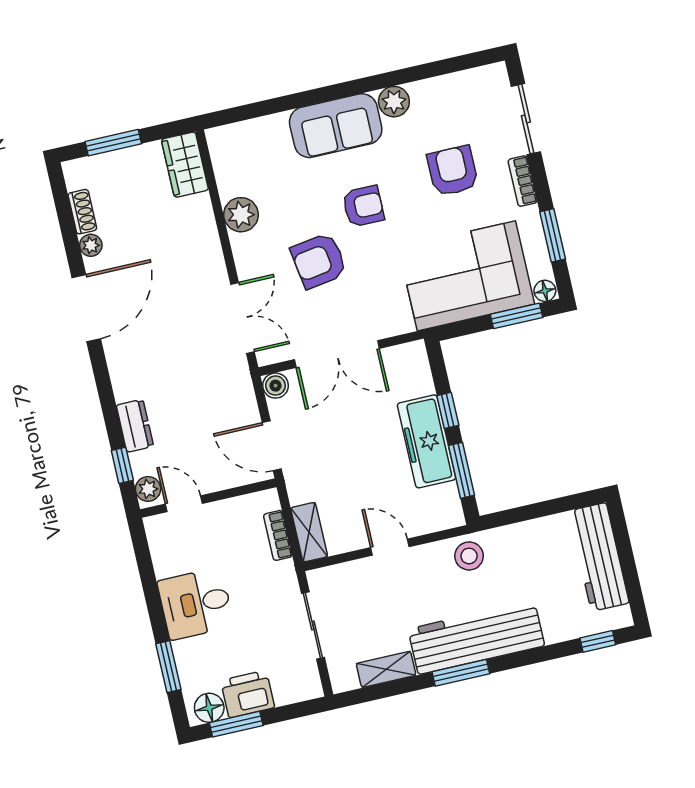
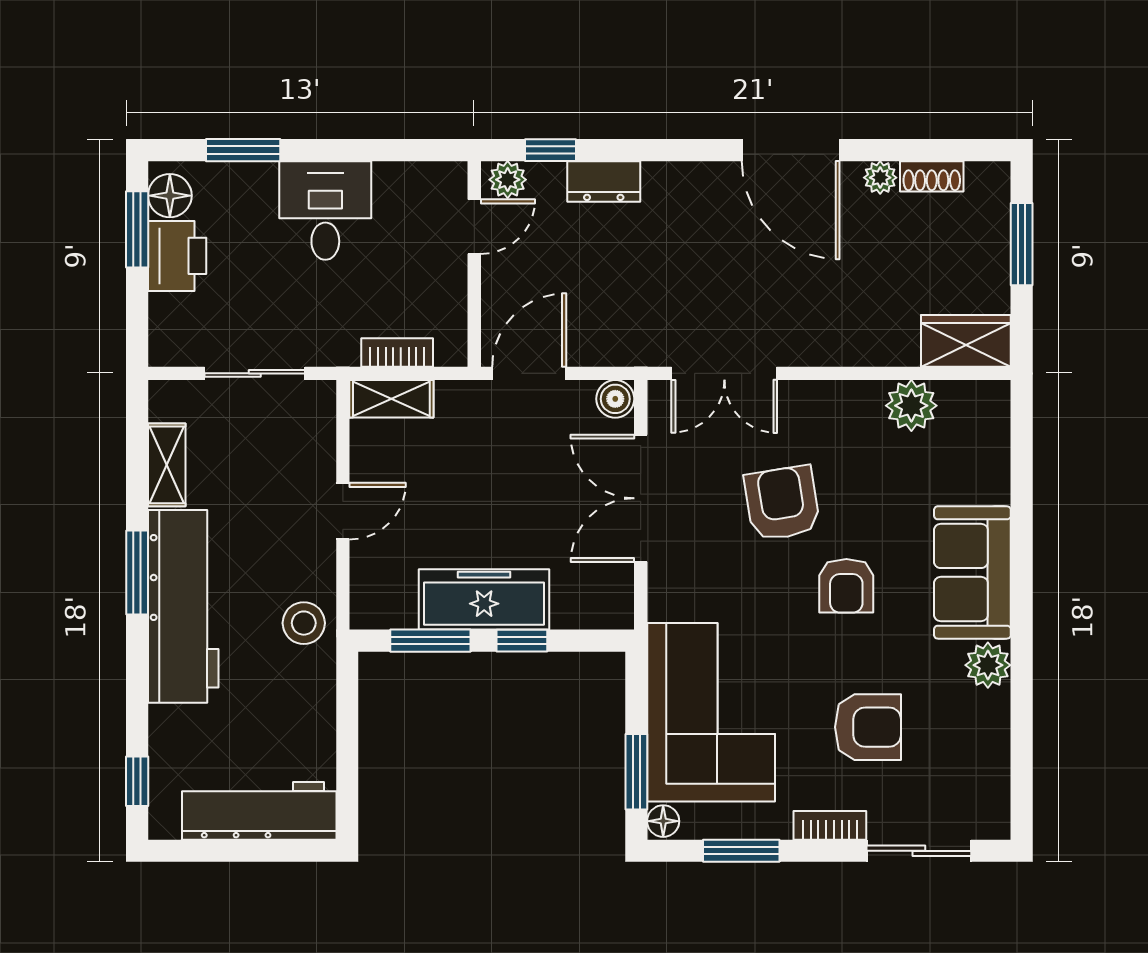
plant: (241, 215) -> (911, 406), moved

